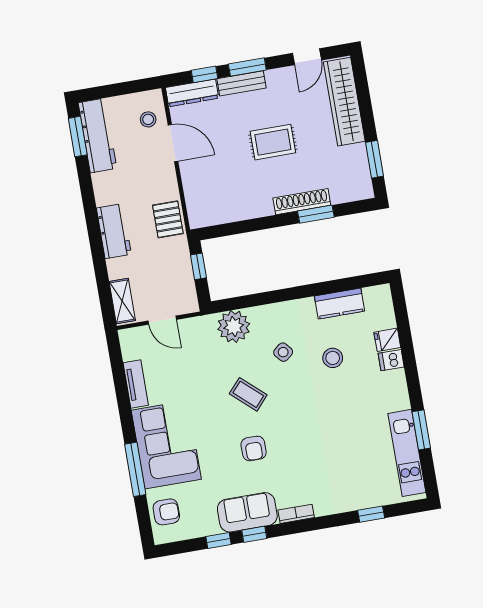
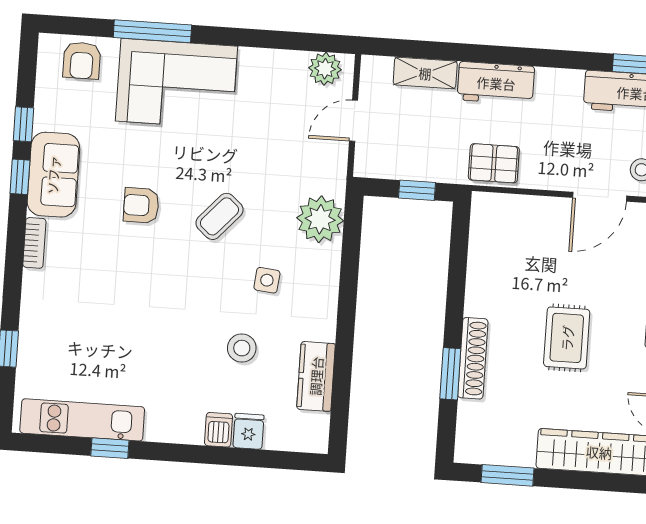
shelving: (122, 301) -> (425, 73), moved
plant: (132, 348) -> (325, 69), added
side table: (283, 352) -> (267, 280), turned 45
tv unit: (136, 384) -> (273, 61), removed
window: (421, 430) -> (110, 448), width x0.67

